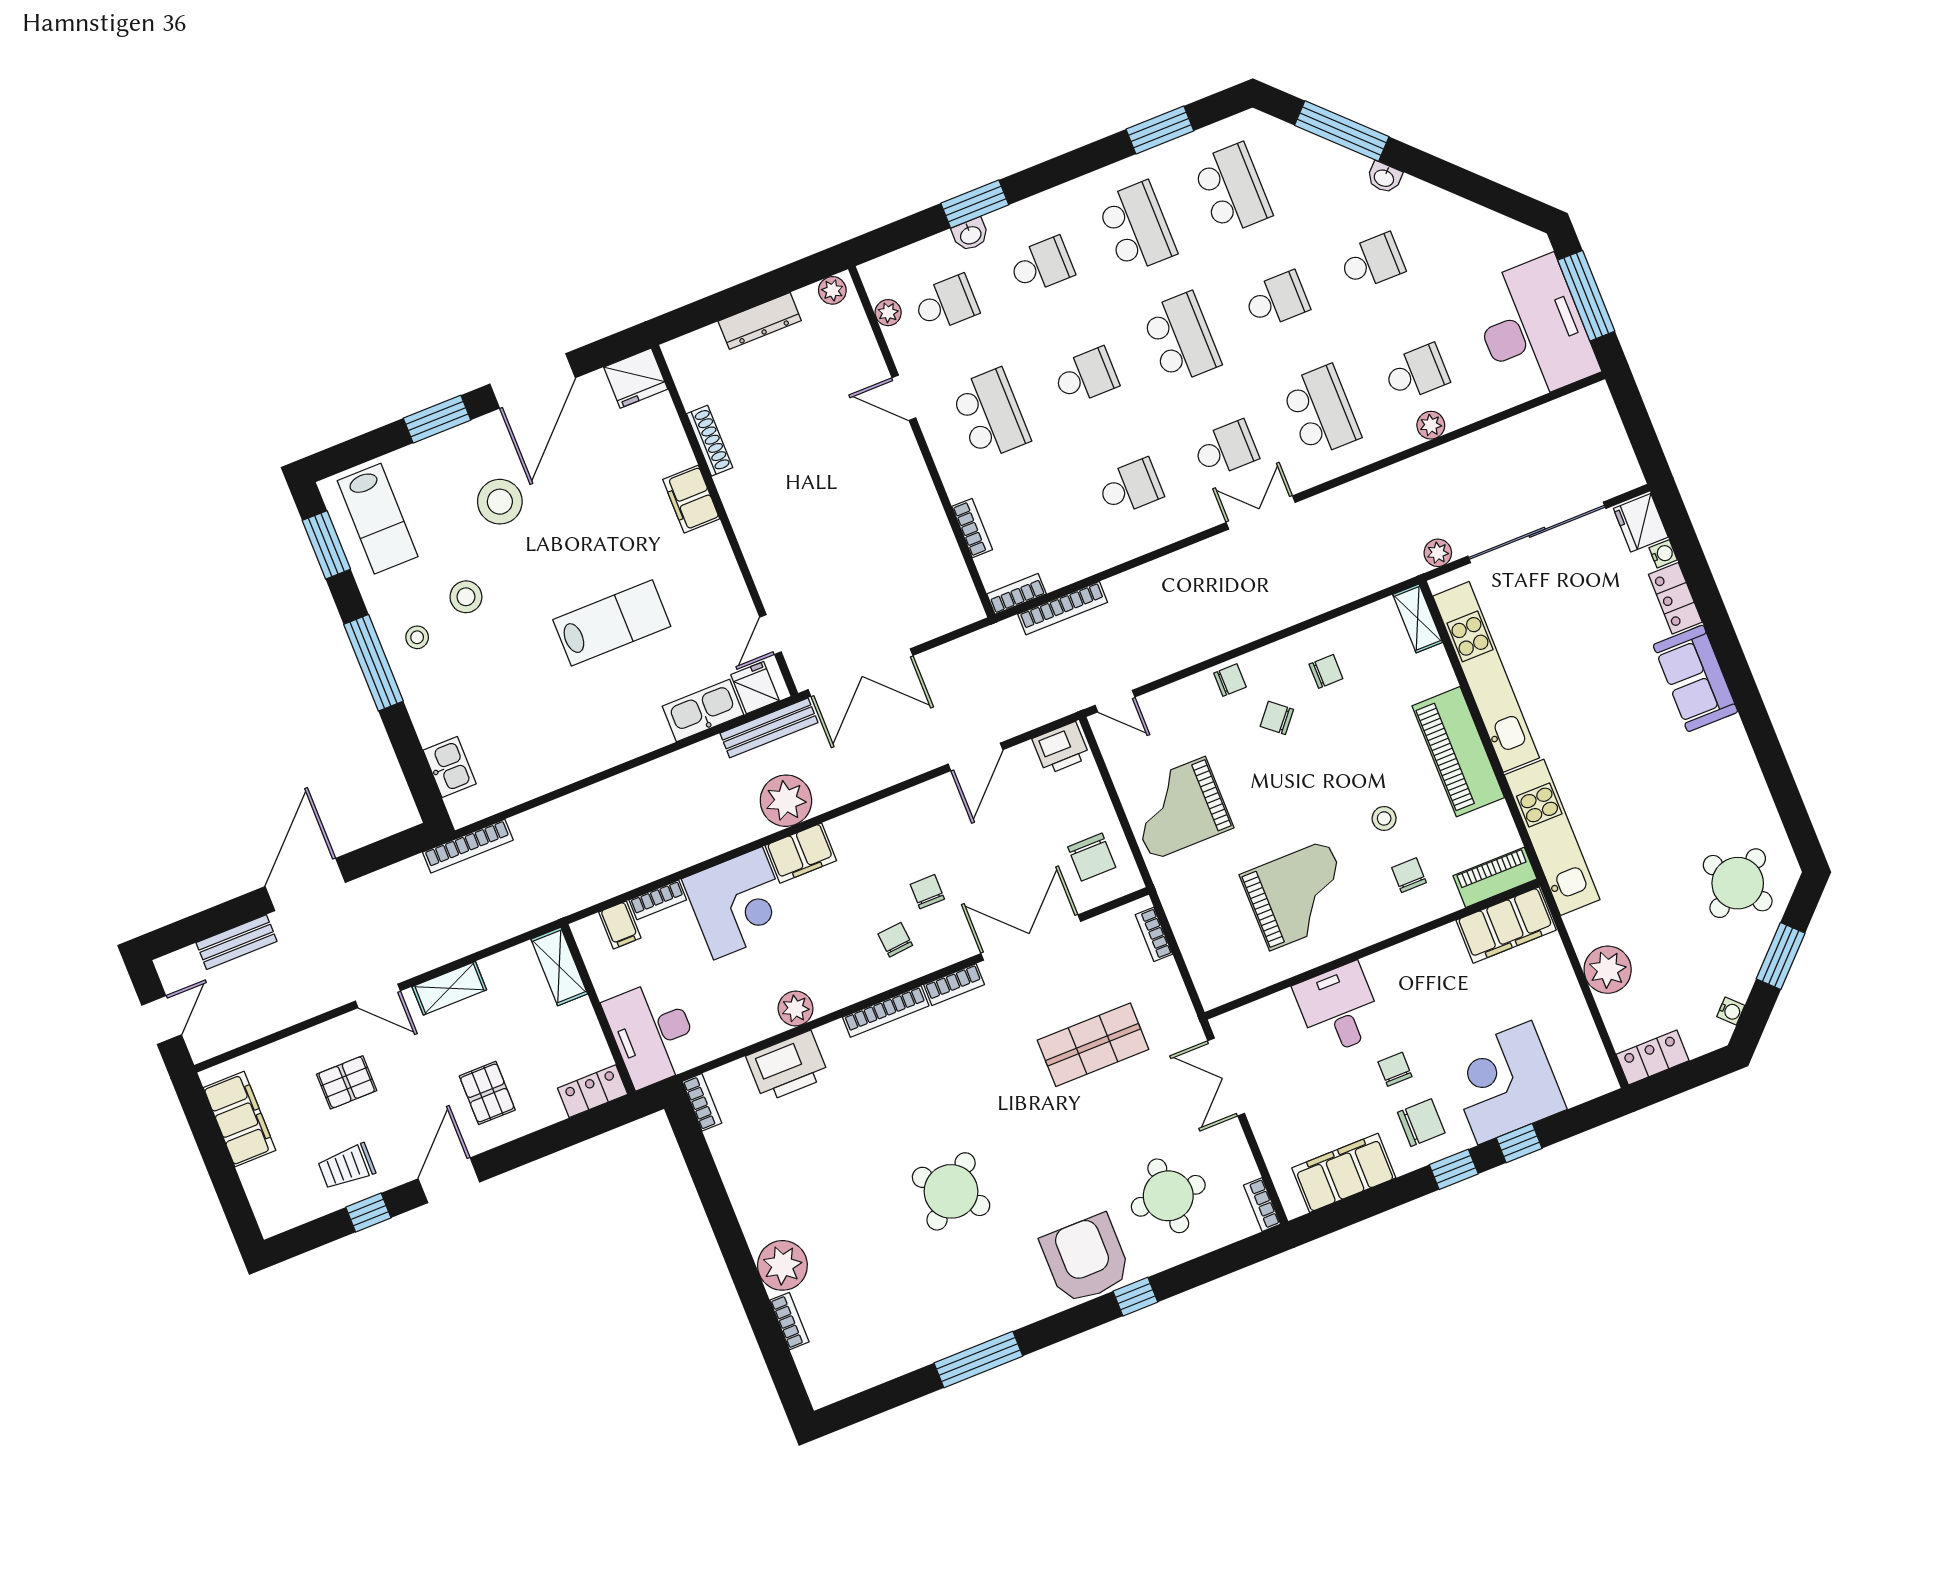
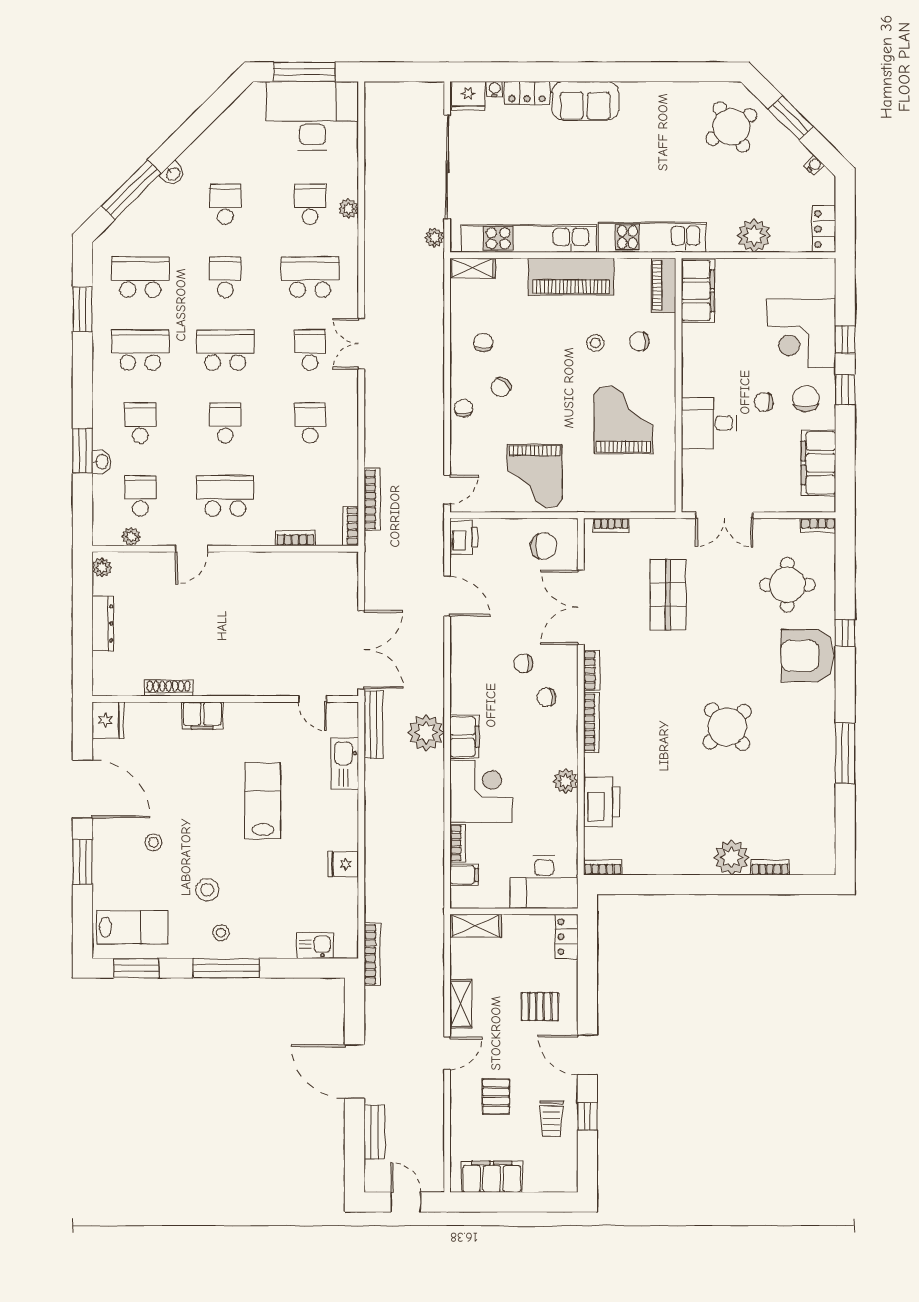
stool: (500, 502) -> (153, 842), width x0.53, depth x0.53
fridge: (755, 688) -> (343, 864), moved

